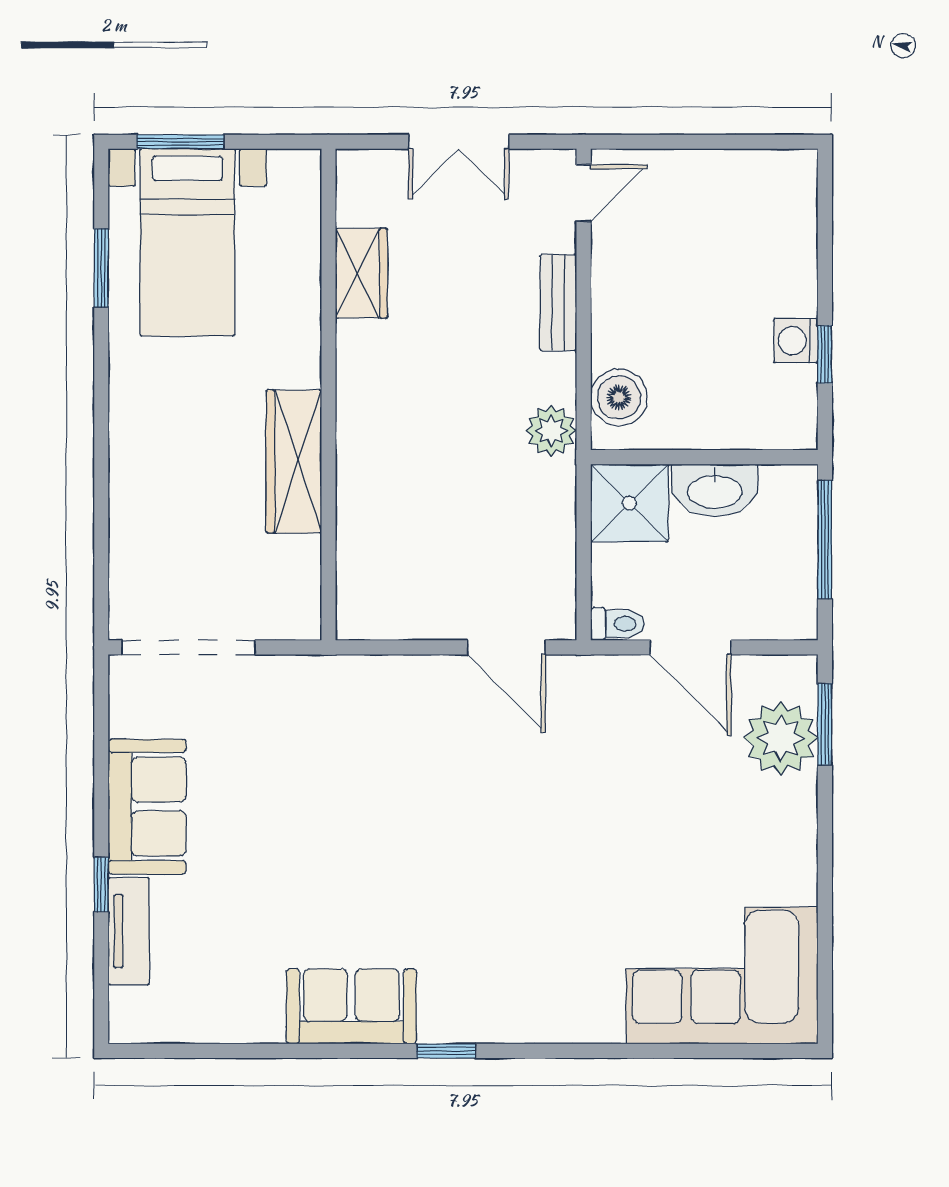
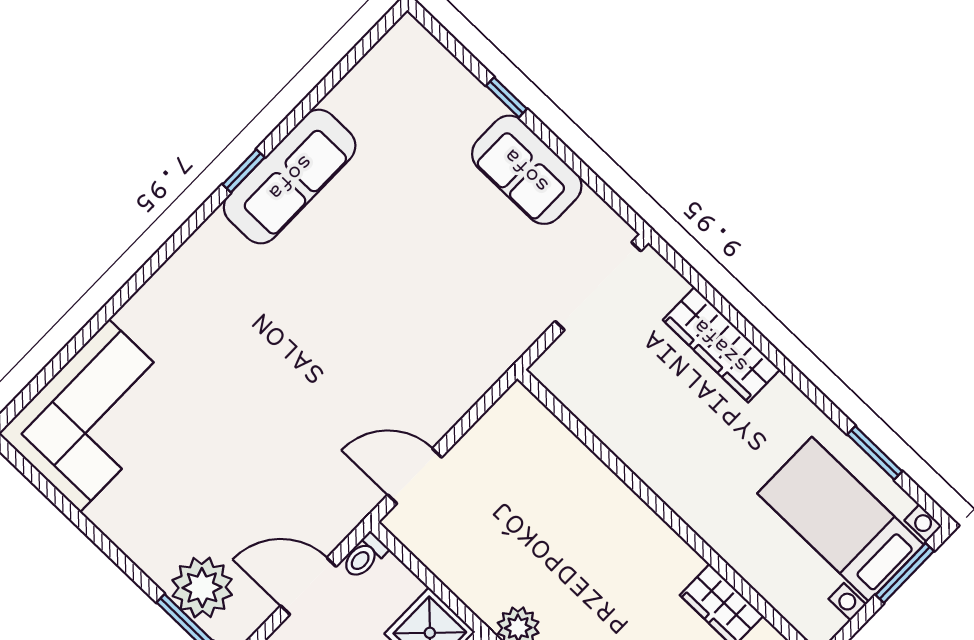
wardrobe: (294, 461) -> (721, 345), moved, turned 180
tv unit: (129, 931) -> (463, 87), removed
sofa: (351, 1006) -> (290, 177), width x1.36
window: (446, 1051) -> (244, 171), moved

